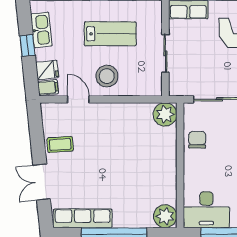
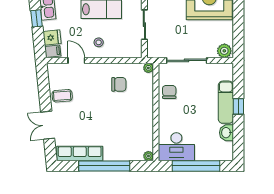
stool: (107, 76) -> (99, 42), width x0.53, depth x0.53
plant: (165, 114) -> (148, 68), width x0.53, depth x0.53
chair: (133, 130) -> (119, 84), added
plant: (165, 216) -> (148, 156), width x0.53, depth x0.53

